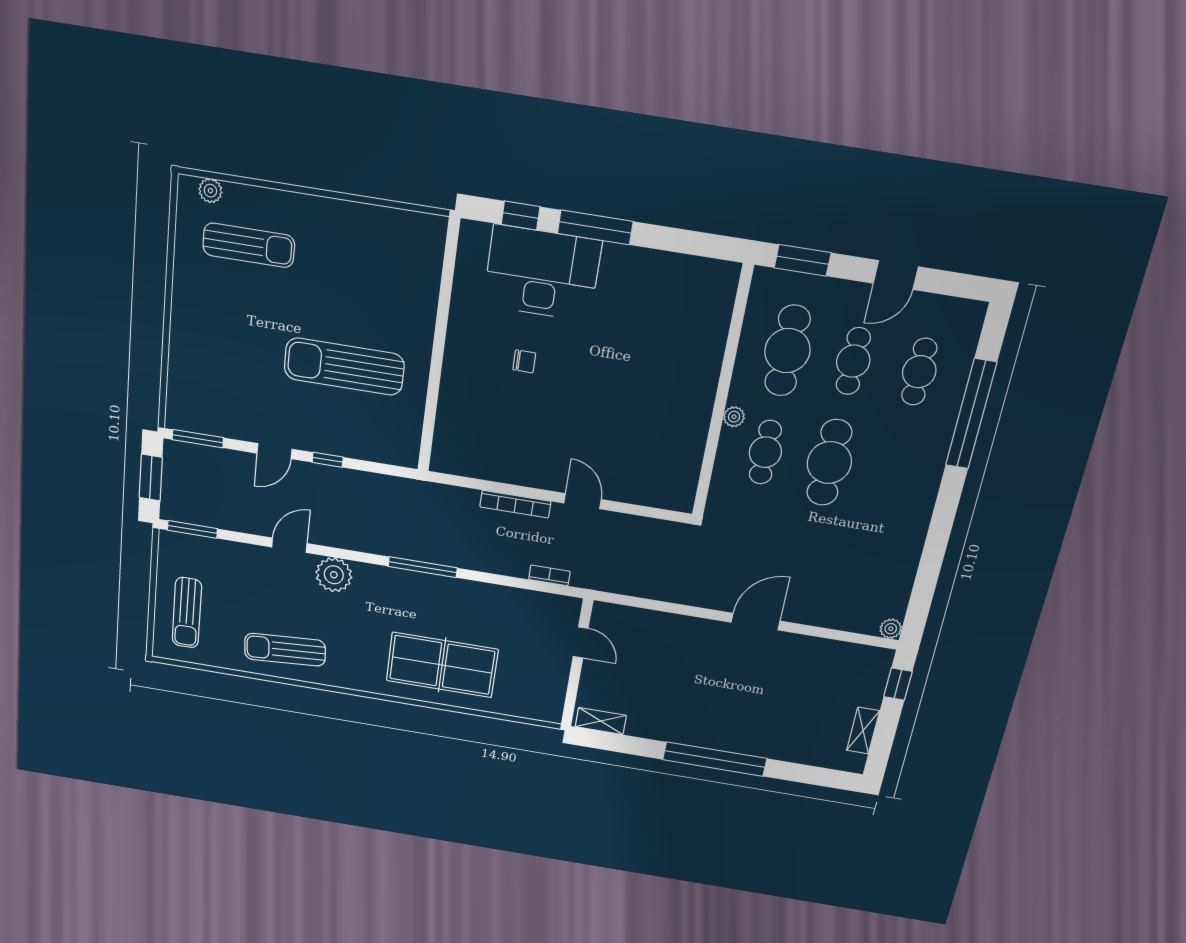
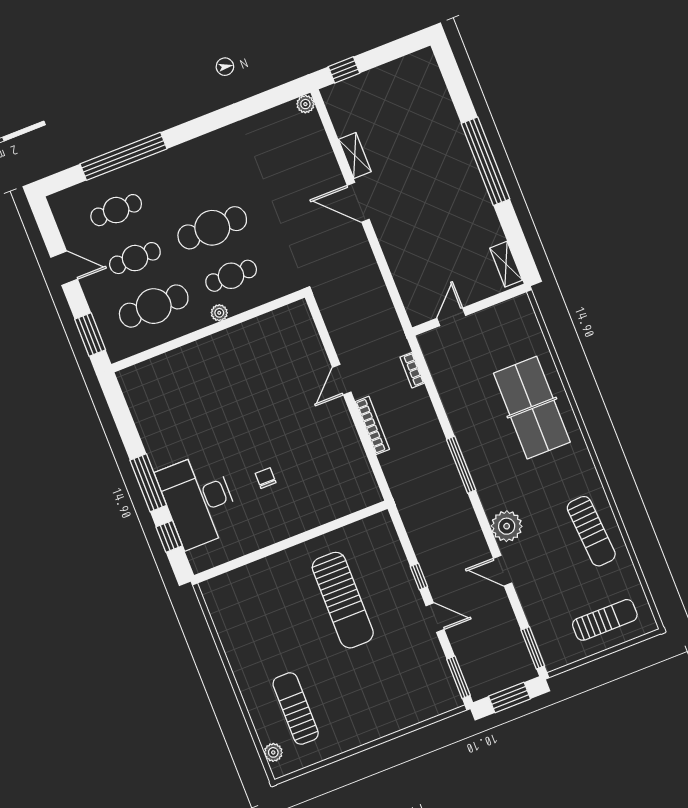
shelving: (863, 731) -> (355, 155), moved, turned 90

